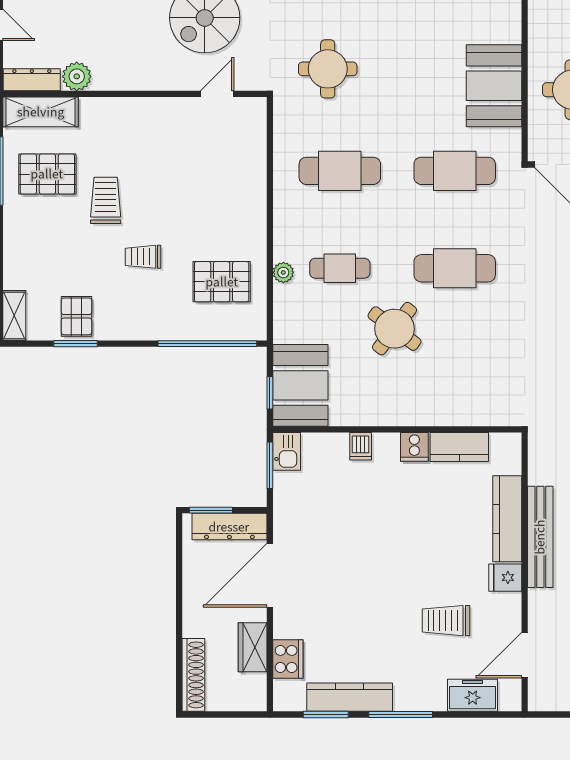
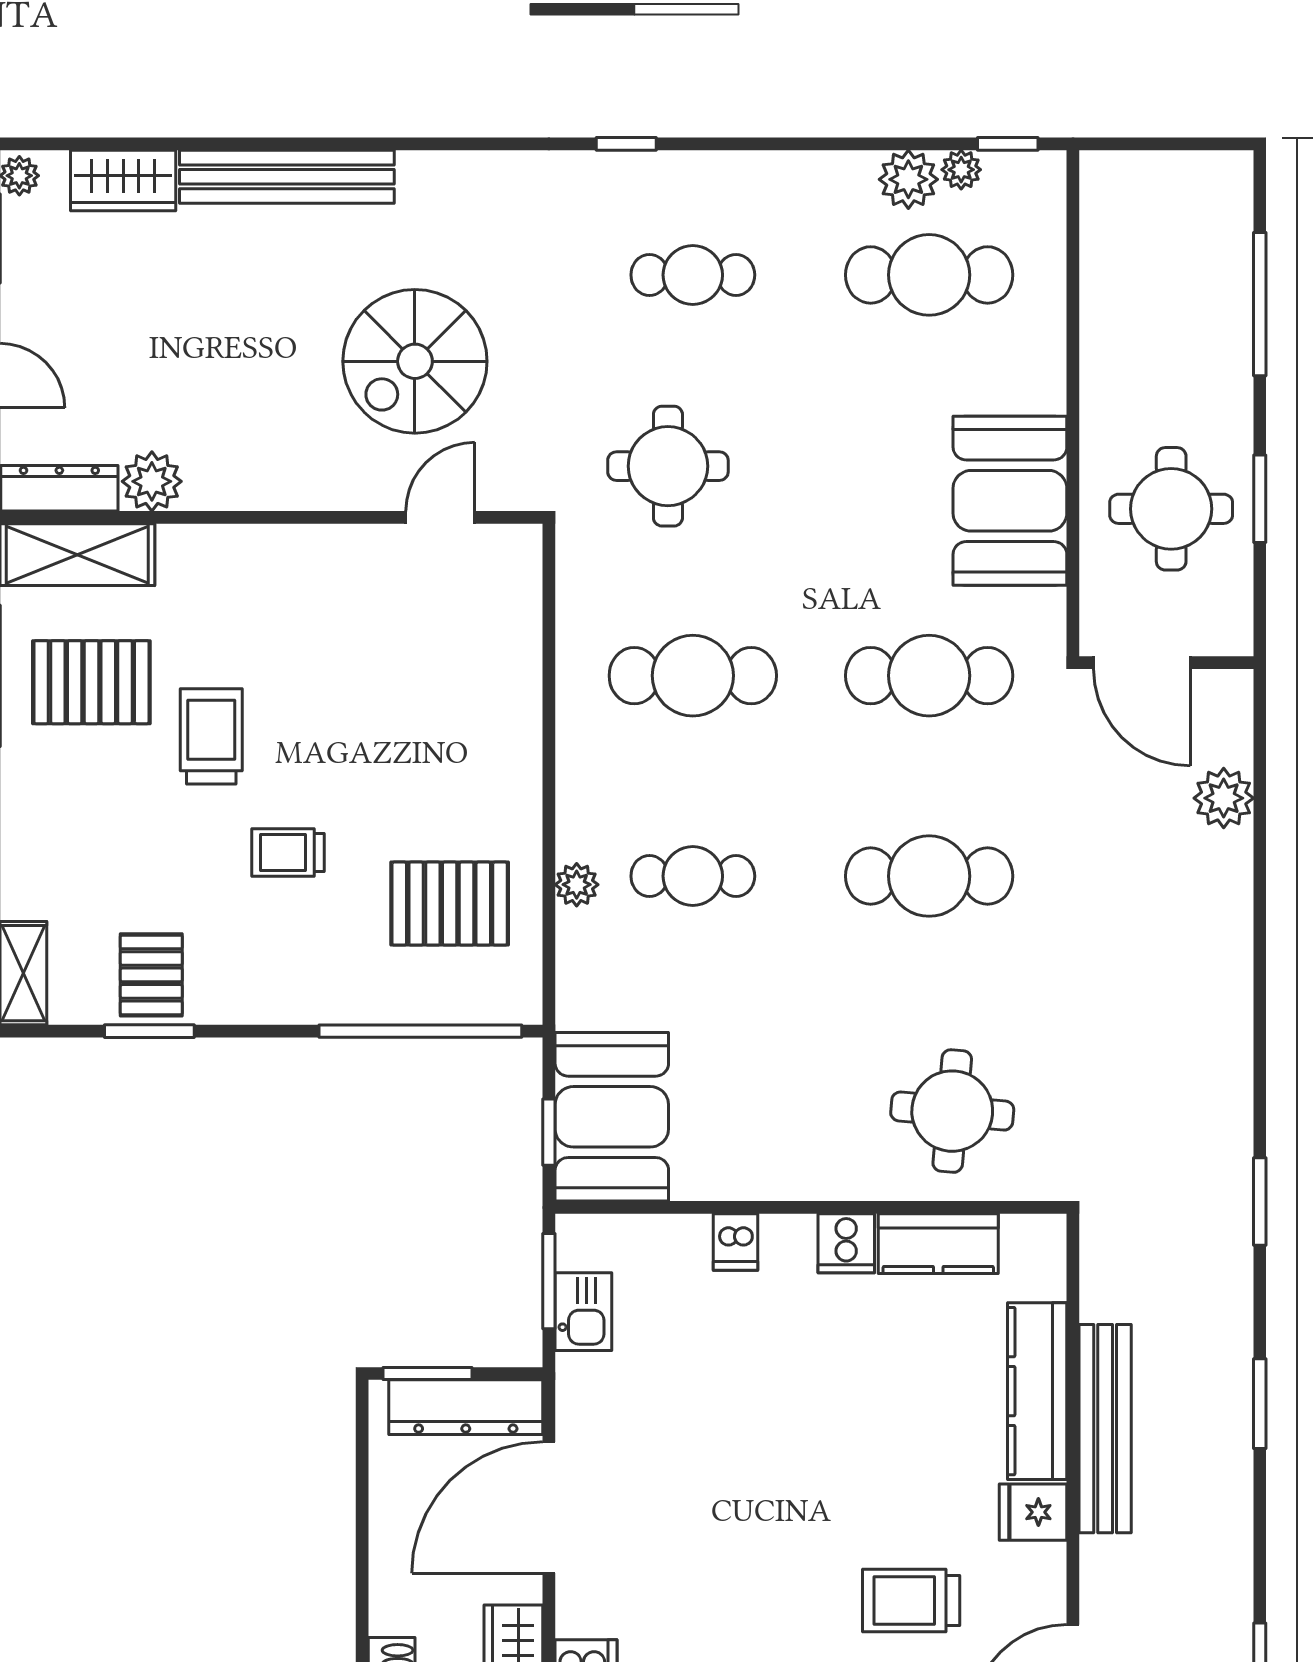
round table: (395, 329) -> (952, 1111), moved, turned -32
kitchen sink: (287, 451) -> (583, 1312), moved

